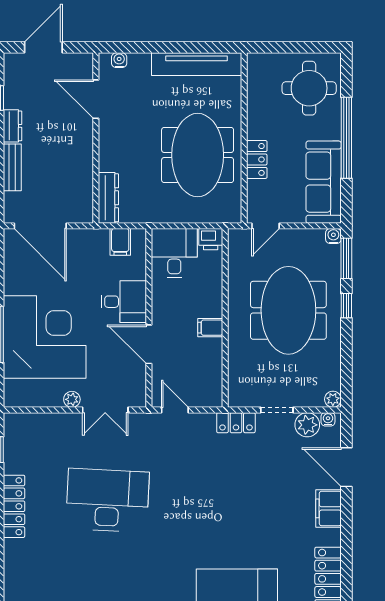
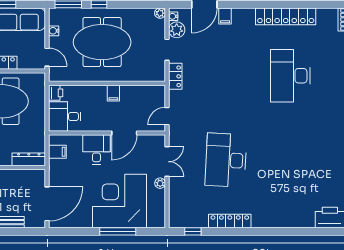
water cooler: (333, 236) -> (54, 31), moved
filing cabinet: (328, 508) -> (225, 16), width x0.50

